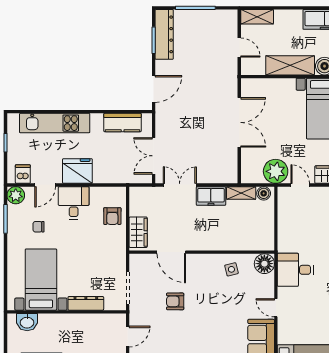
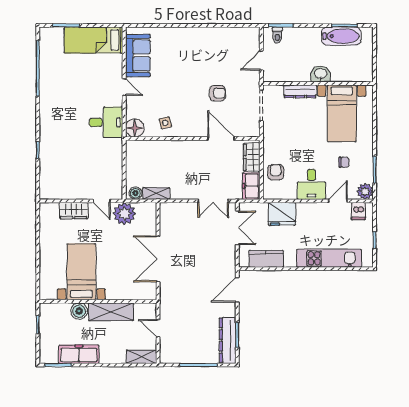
fridge: (77, 171) -> (282, 214), moved
freezer: (211, 196) -> (251, 186), moved, turned -90
washbasin: (27, 322) -> (321, 74), moved

